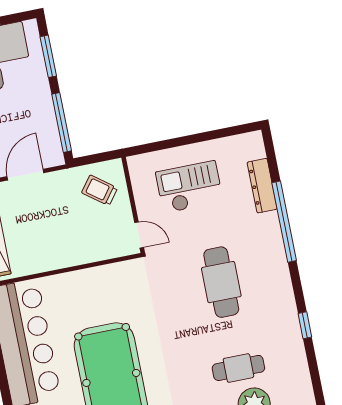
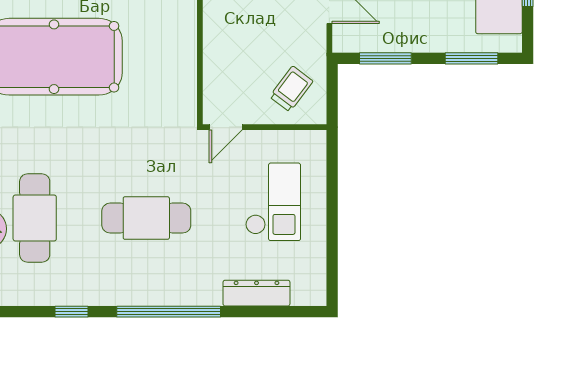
window: (62, 122) -> (385, 58), width x0.69
window: (284, 222) -> (169, 312), moved
cafe table: (238, 368) -> (35, 218), width x1.37, depth x1.35

